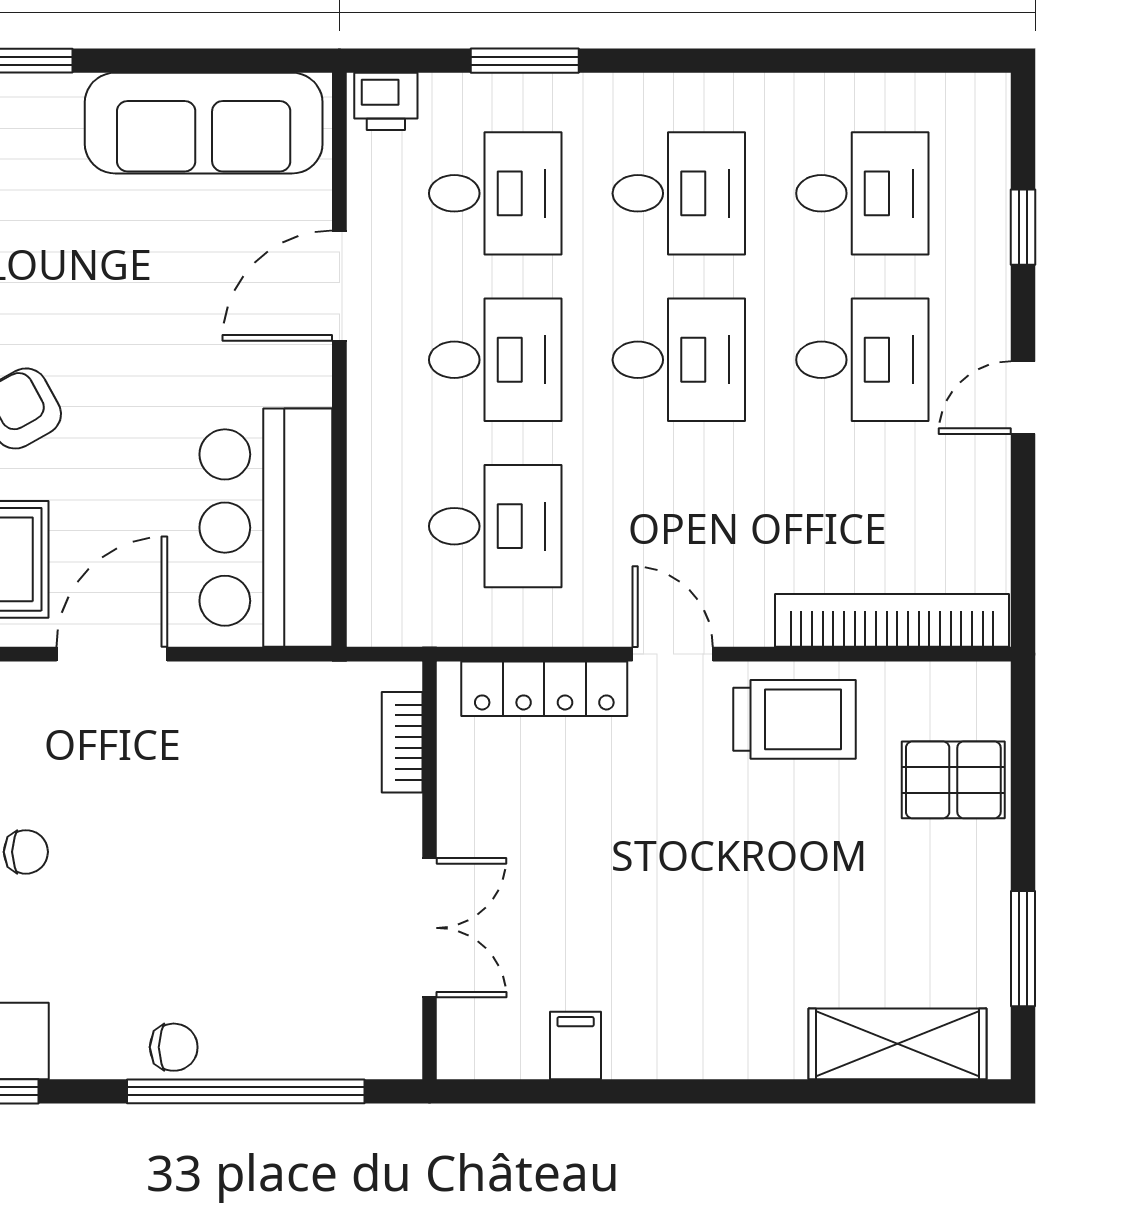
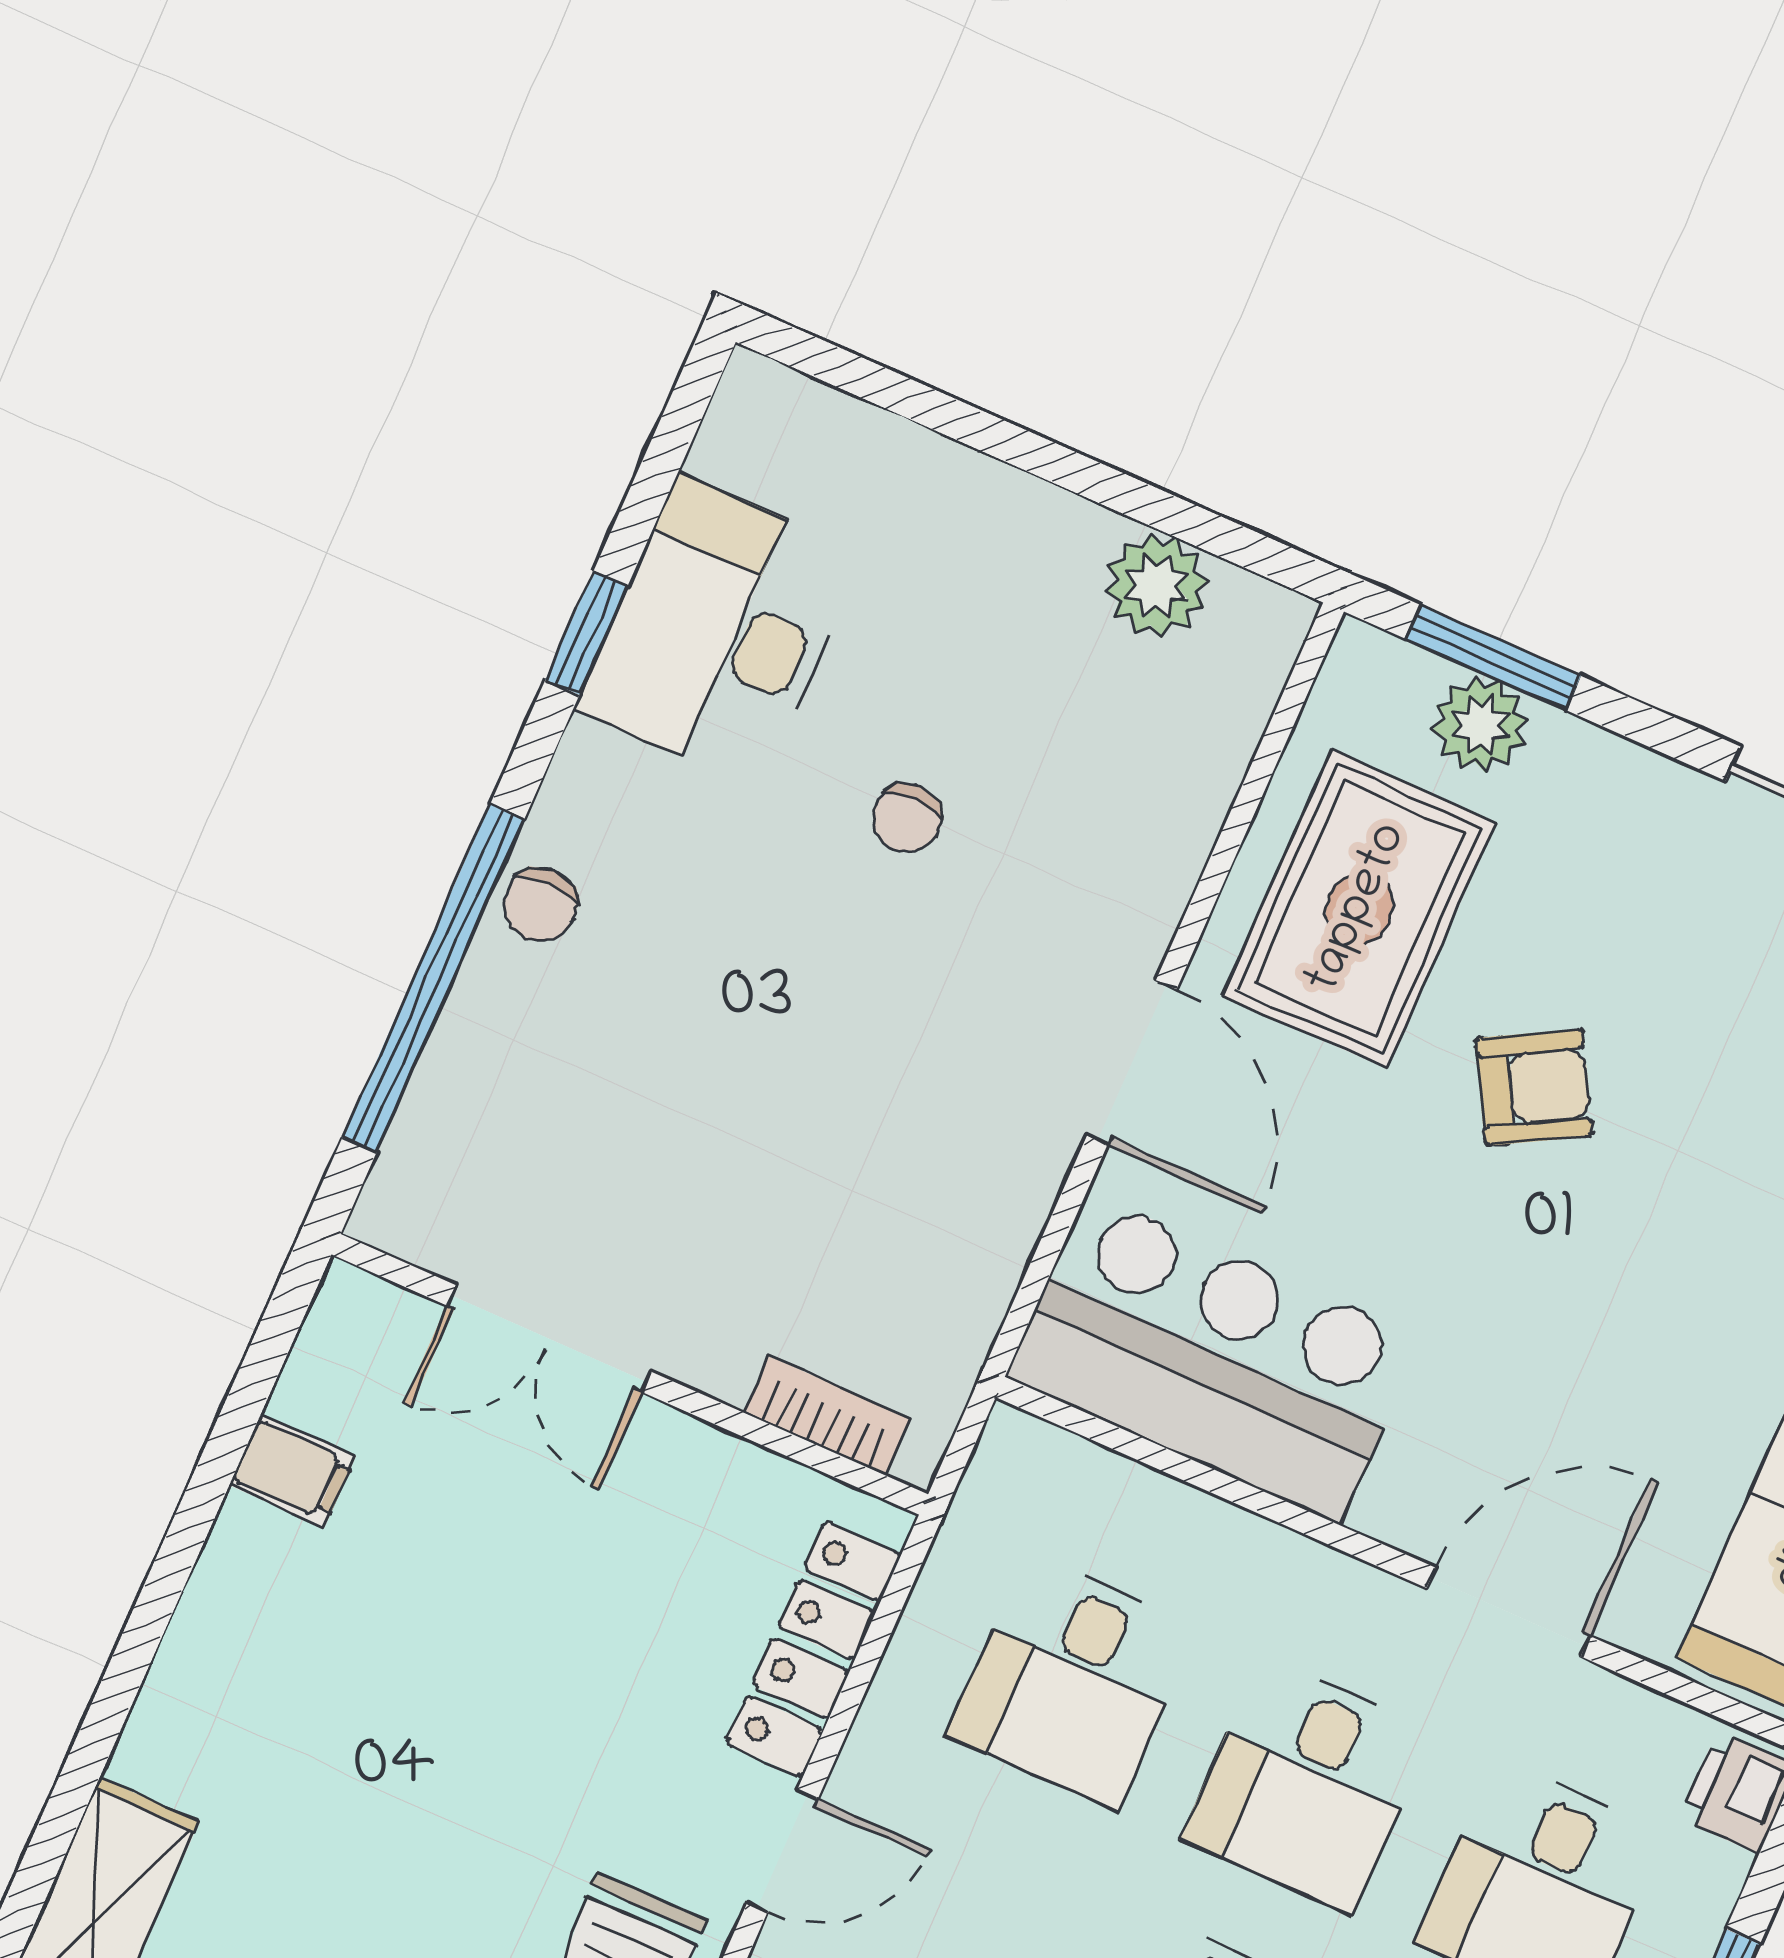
door: (339, 286) -> (1508, 1612), hinge flipped

